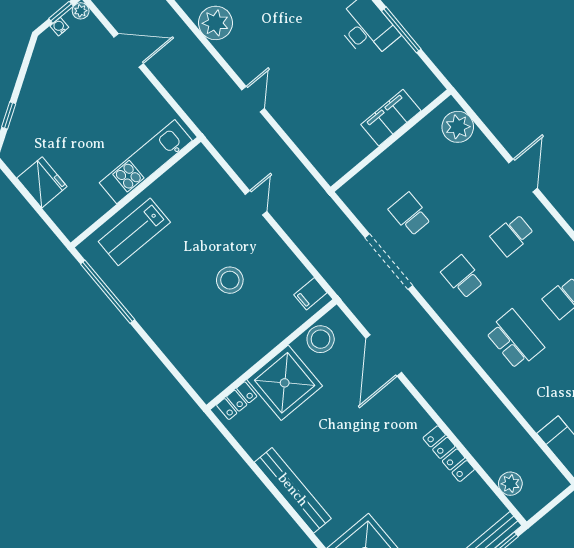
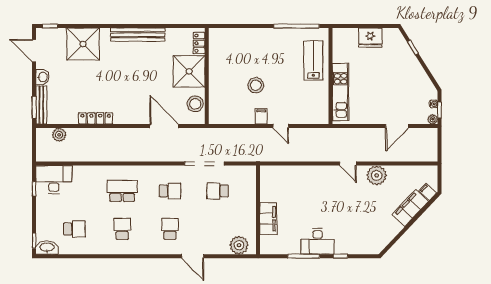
door: (253, 99) -> (348, 164), moved
school desk: (410, 214) -> (218, 191), turned 180
filing cabinet: (310, 294) -> (261, 116), moved
school desk: (515, 340) -> (122, 191), turned 180

